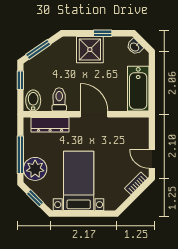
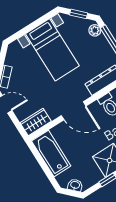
wardrobe: (134, 126) -> (36, 122), added
plant: (35, 169) -> (95, 30), width x0.53, depth x0.53

